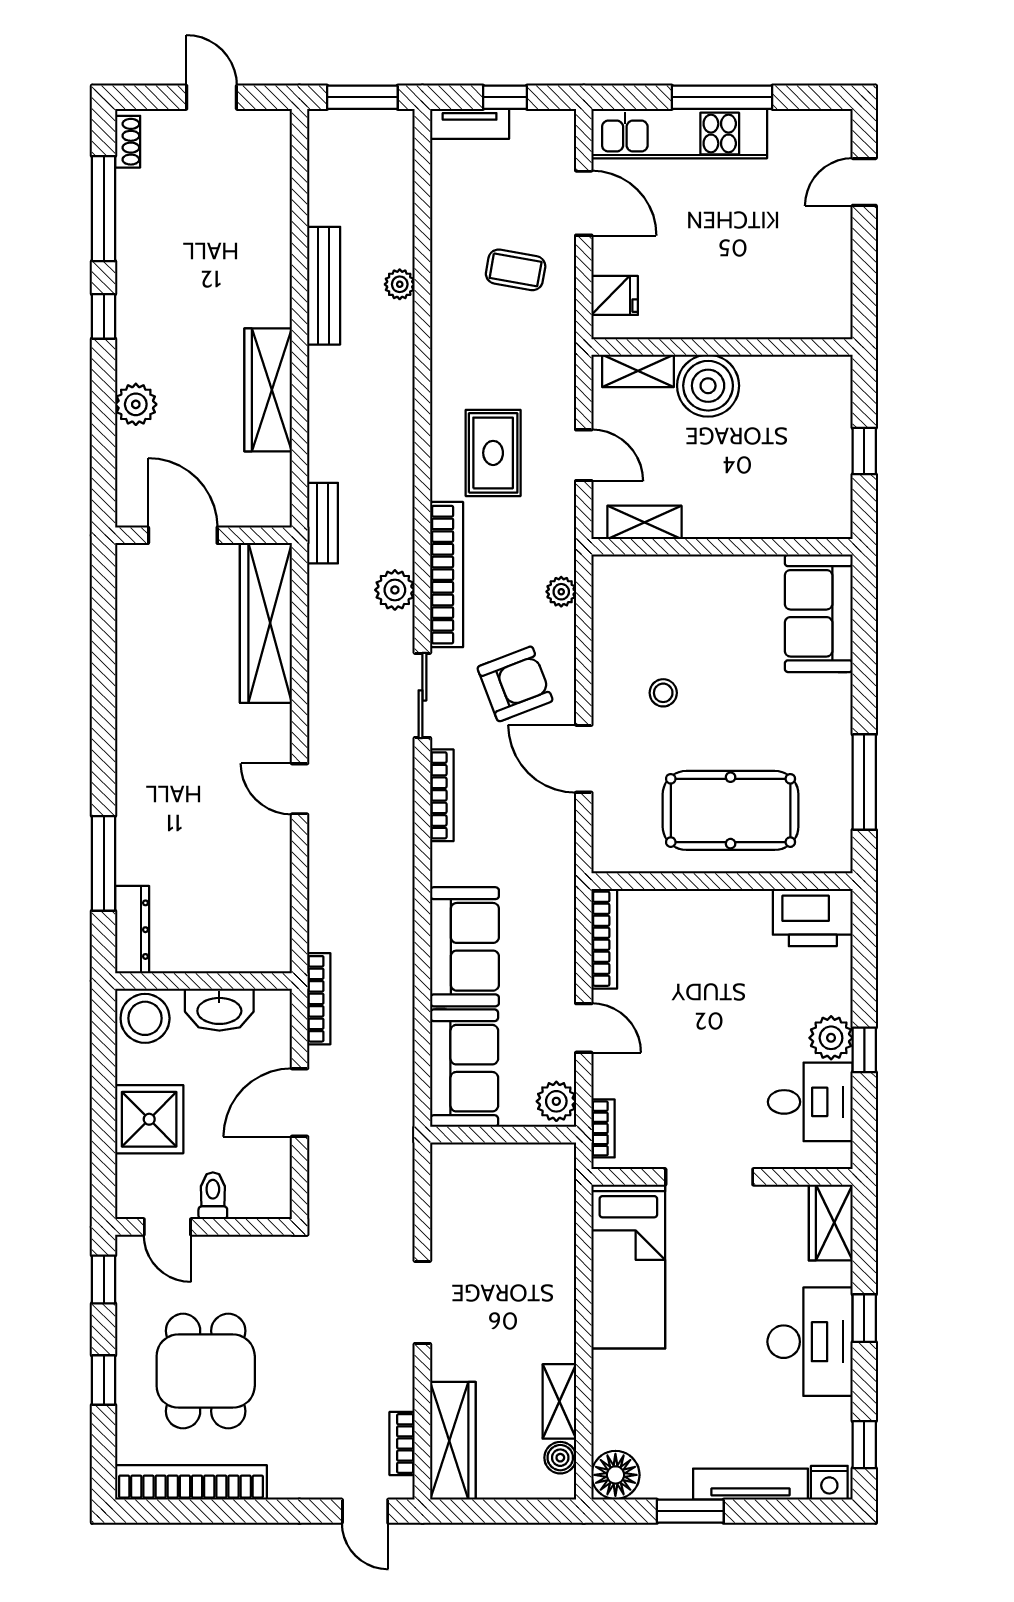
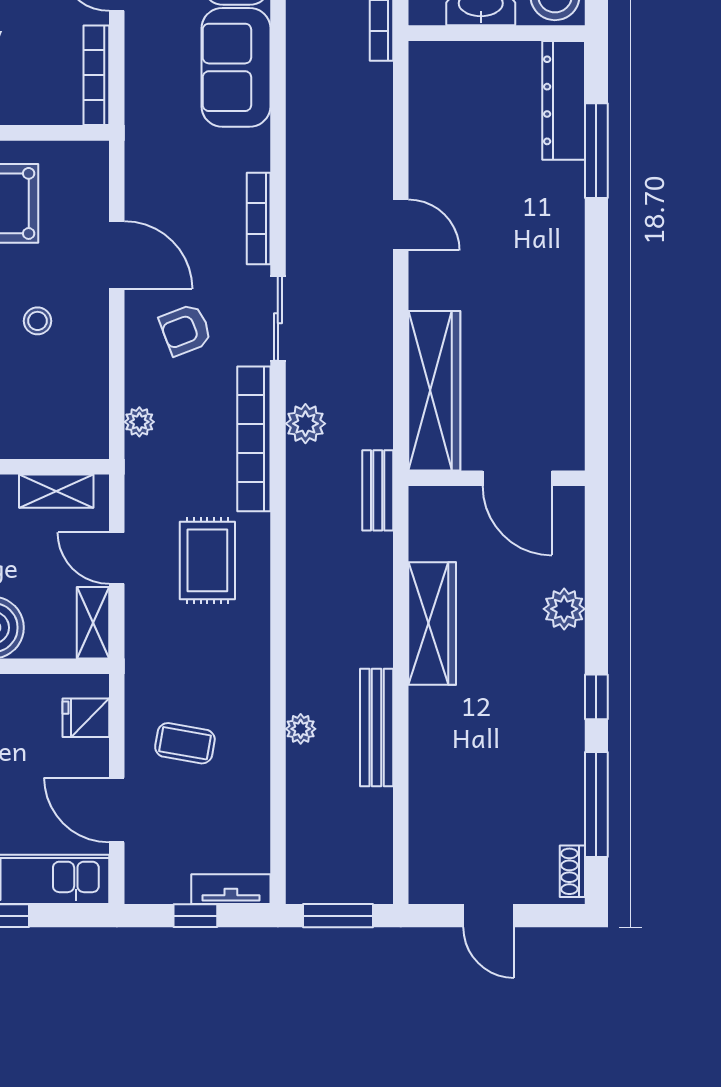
shelving: (638, 371) -> (93, 623), moved, turned 90
armchair: (515, 684) -> (186, 330), width x0.72, depth x0.72
dresser: (132, 930) -> (564, 100), width x1.37, depth x1.24

